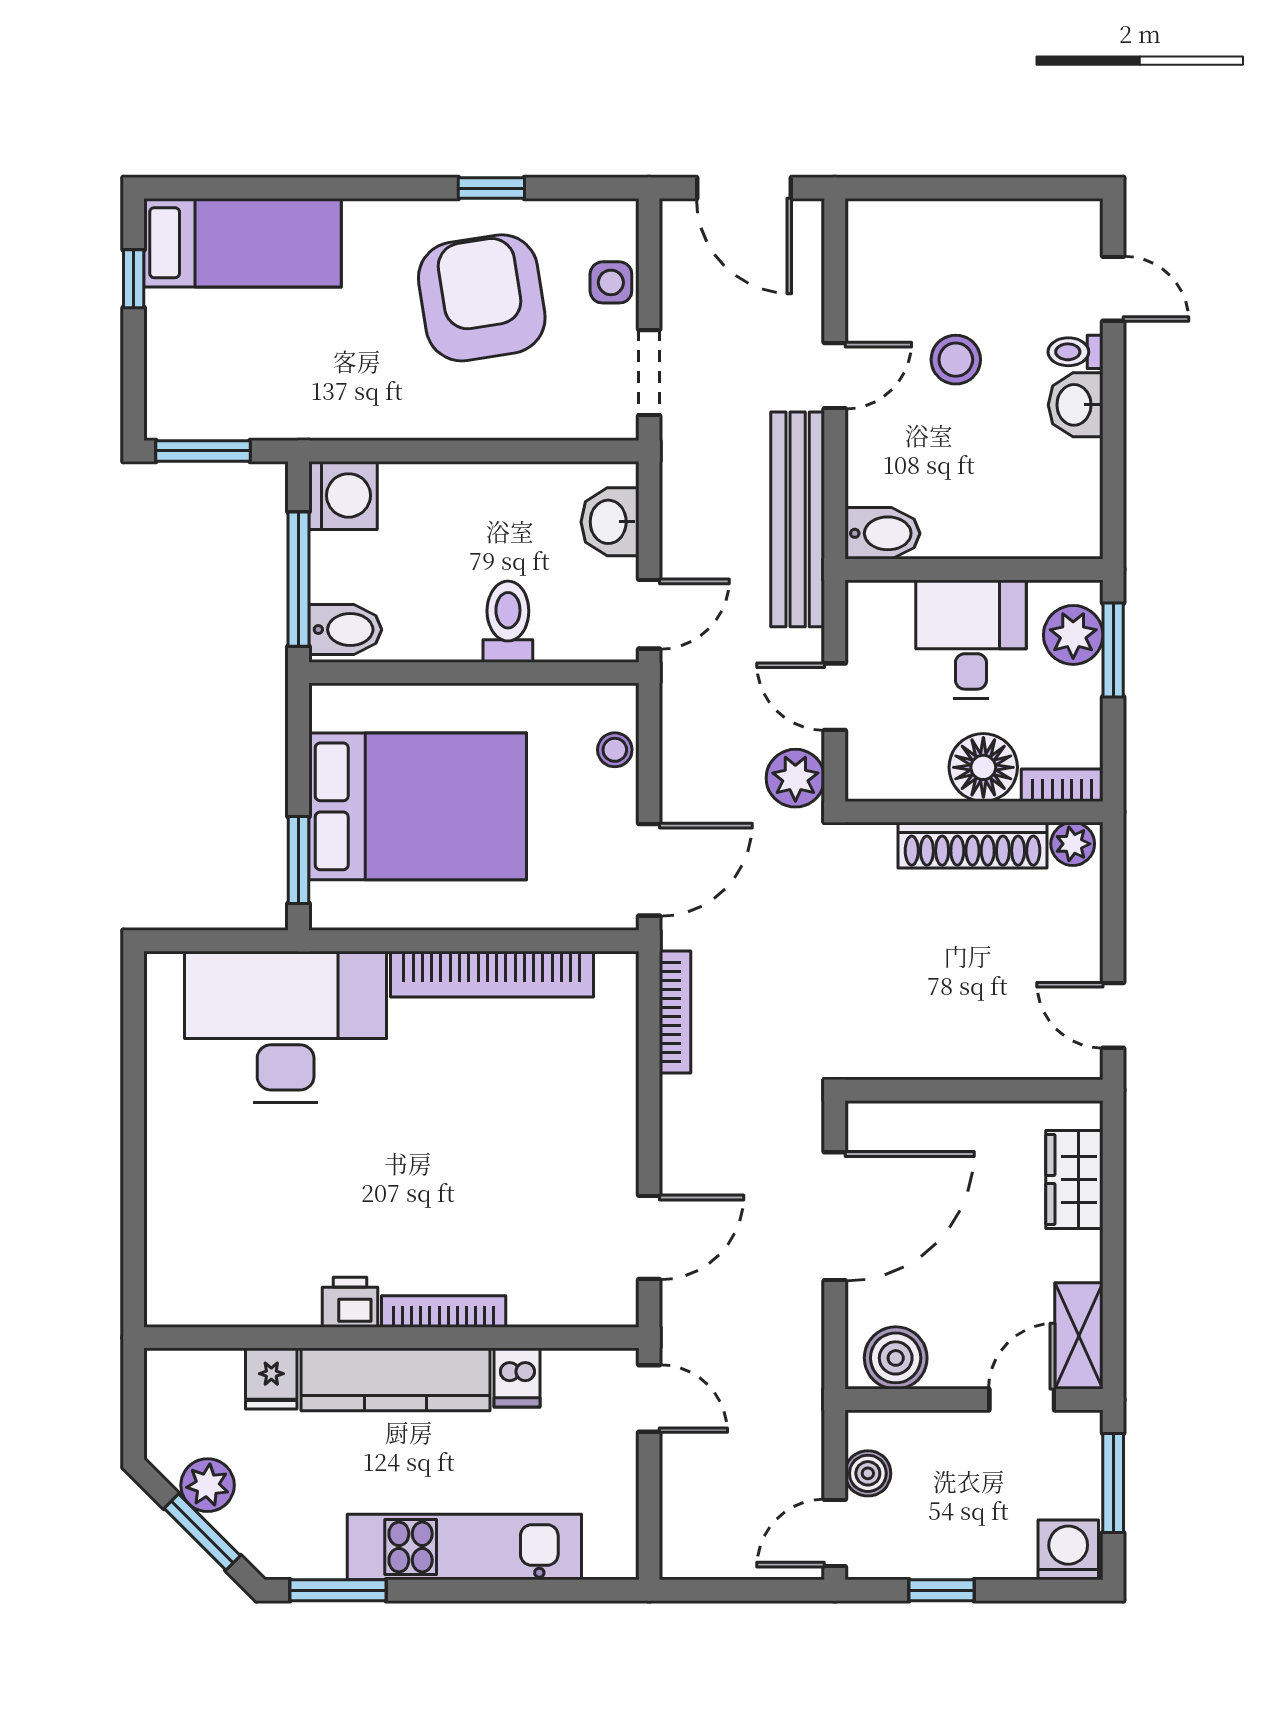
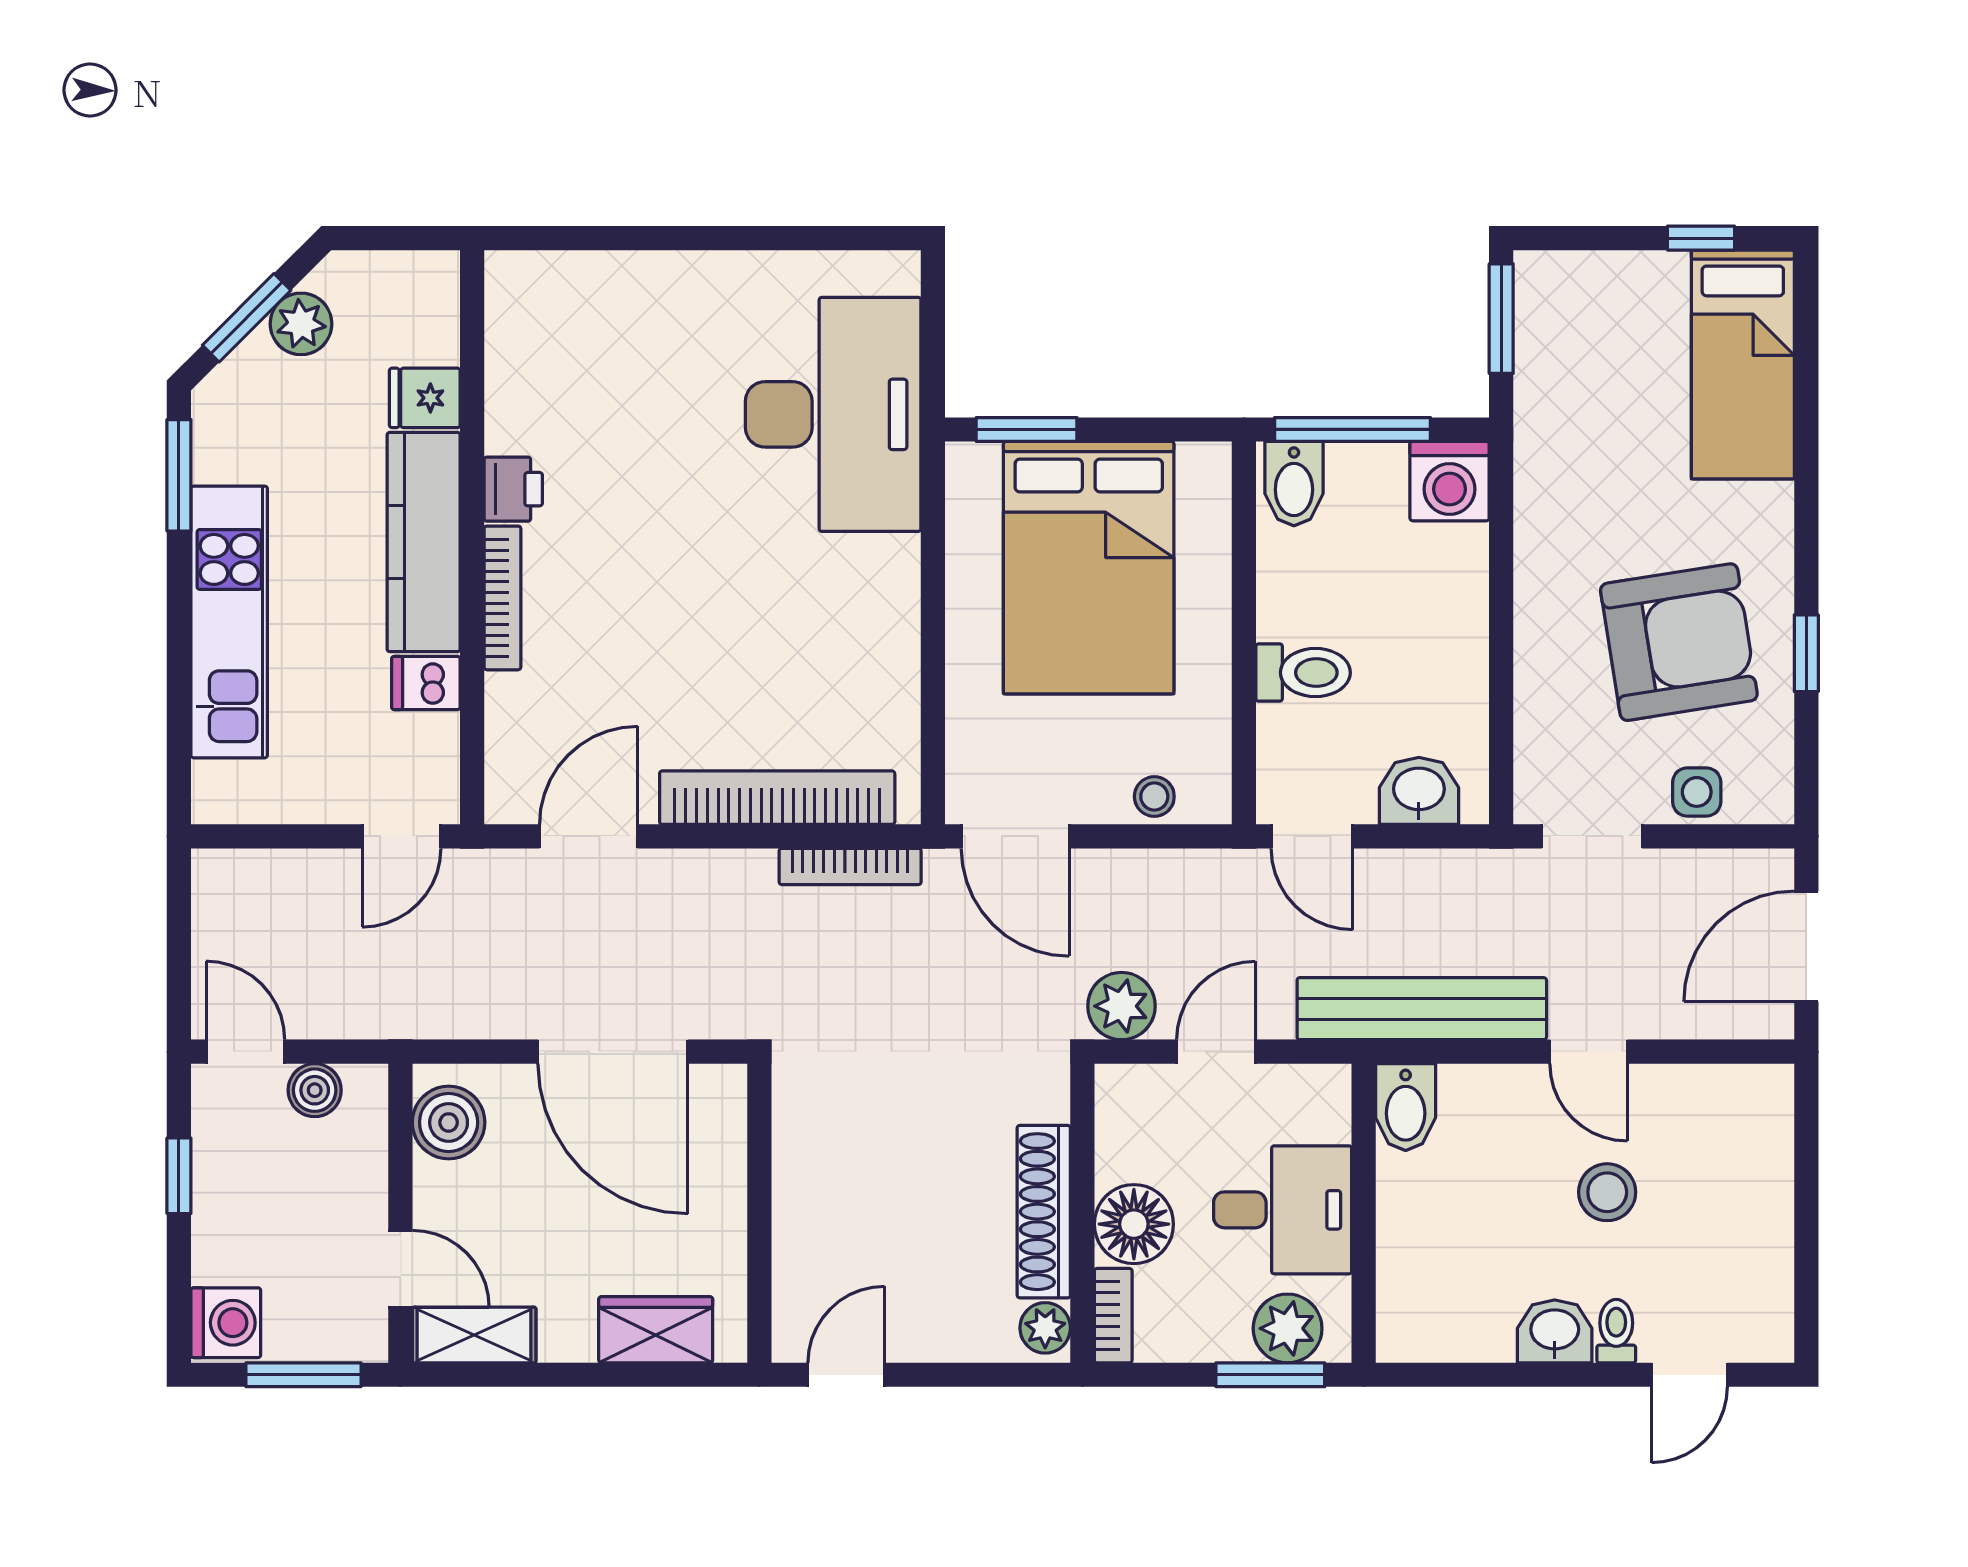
bookcase: (492, 974) -> (777, 798), moved, turned 90
door: (649, 1237) -> (589, 836), swing flipped

